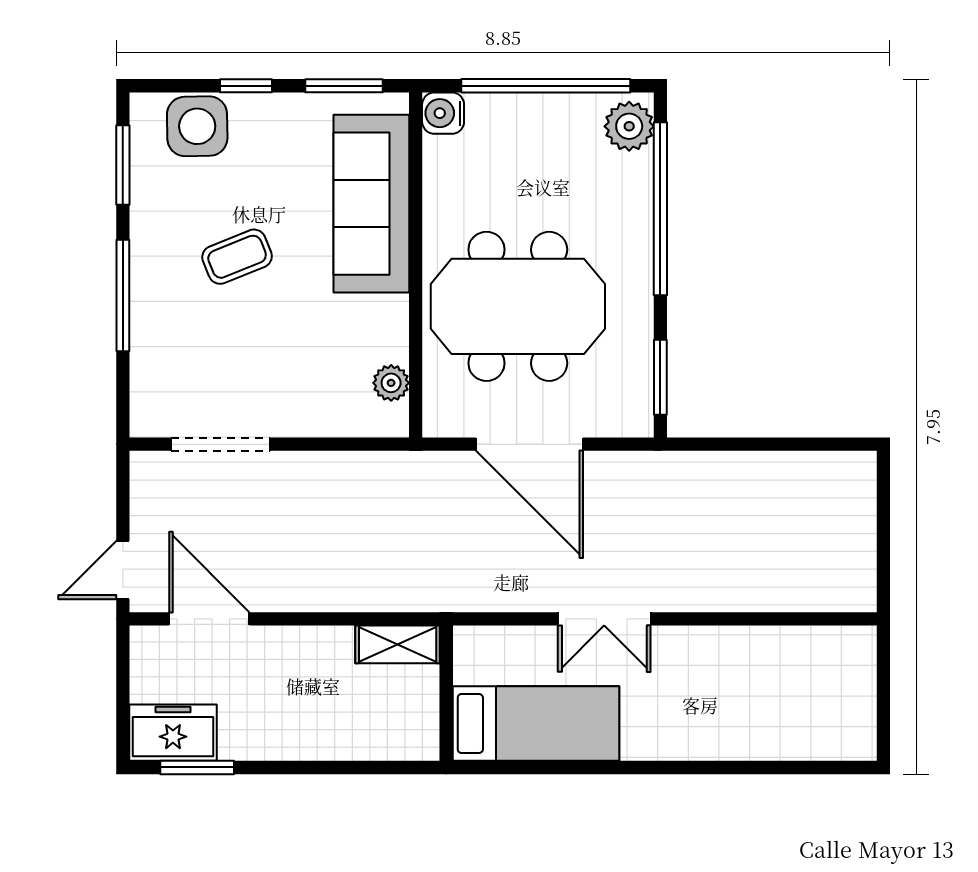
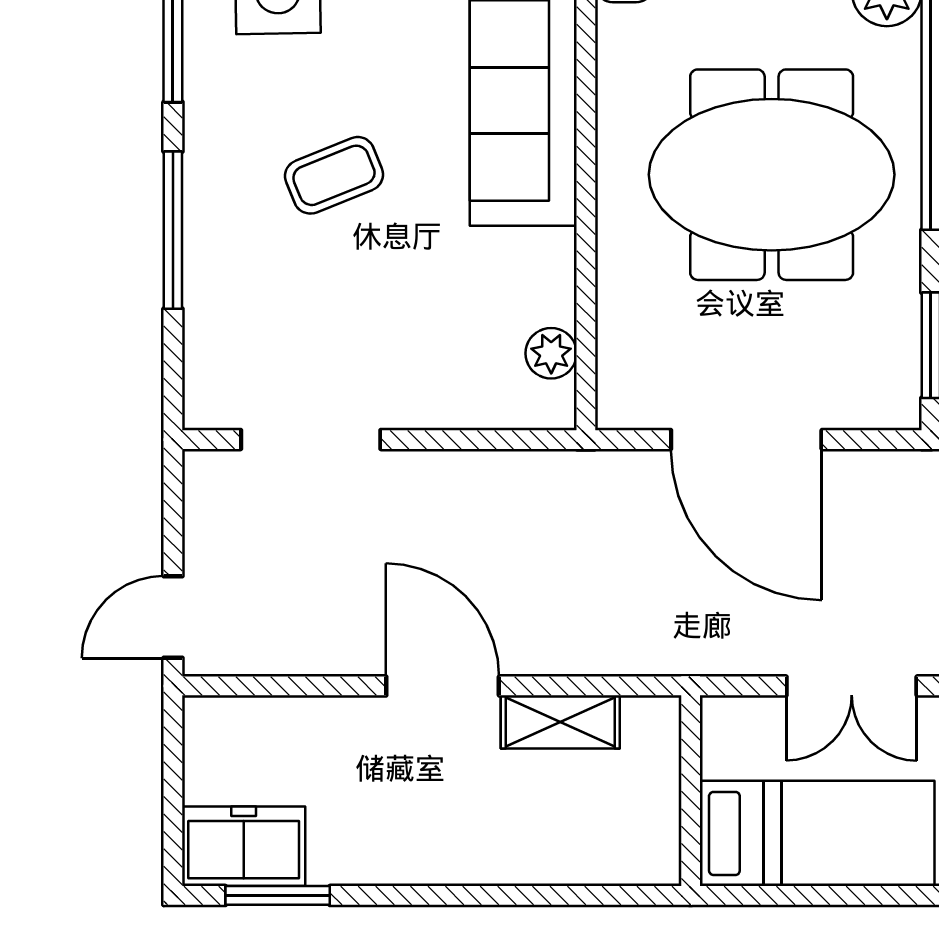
meeting table: (518, 306) -> (772, 175), moved
door: (209, 619) -> (443, 686), moved
wall: (446, 693) -> (691, 791), moved
bed: (536, 723) -> (817, 833), moved

